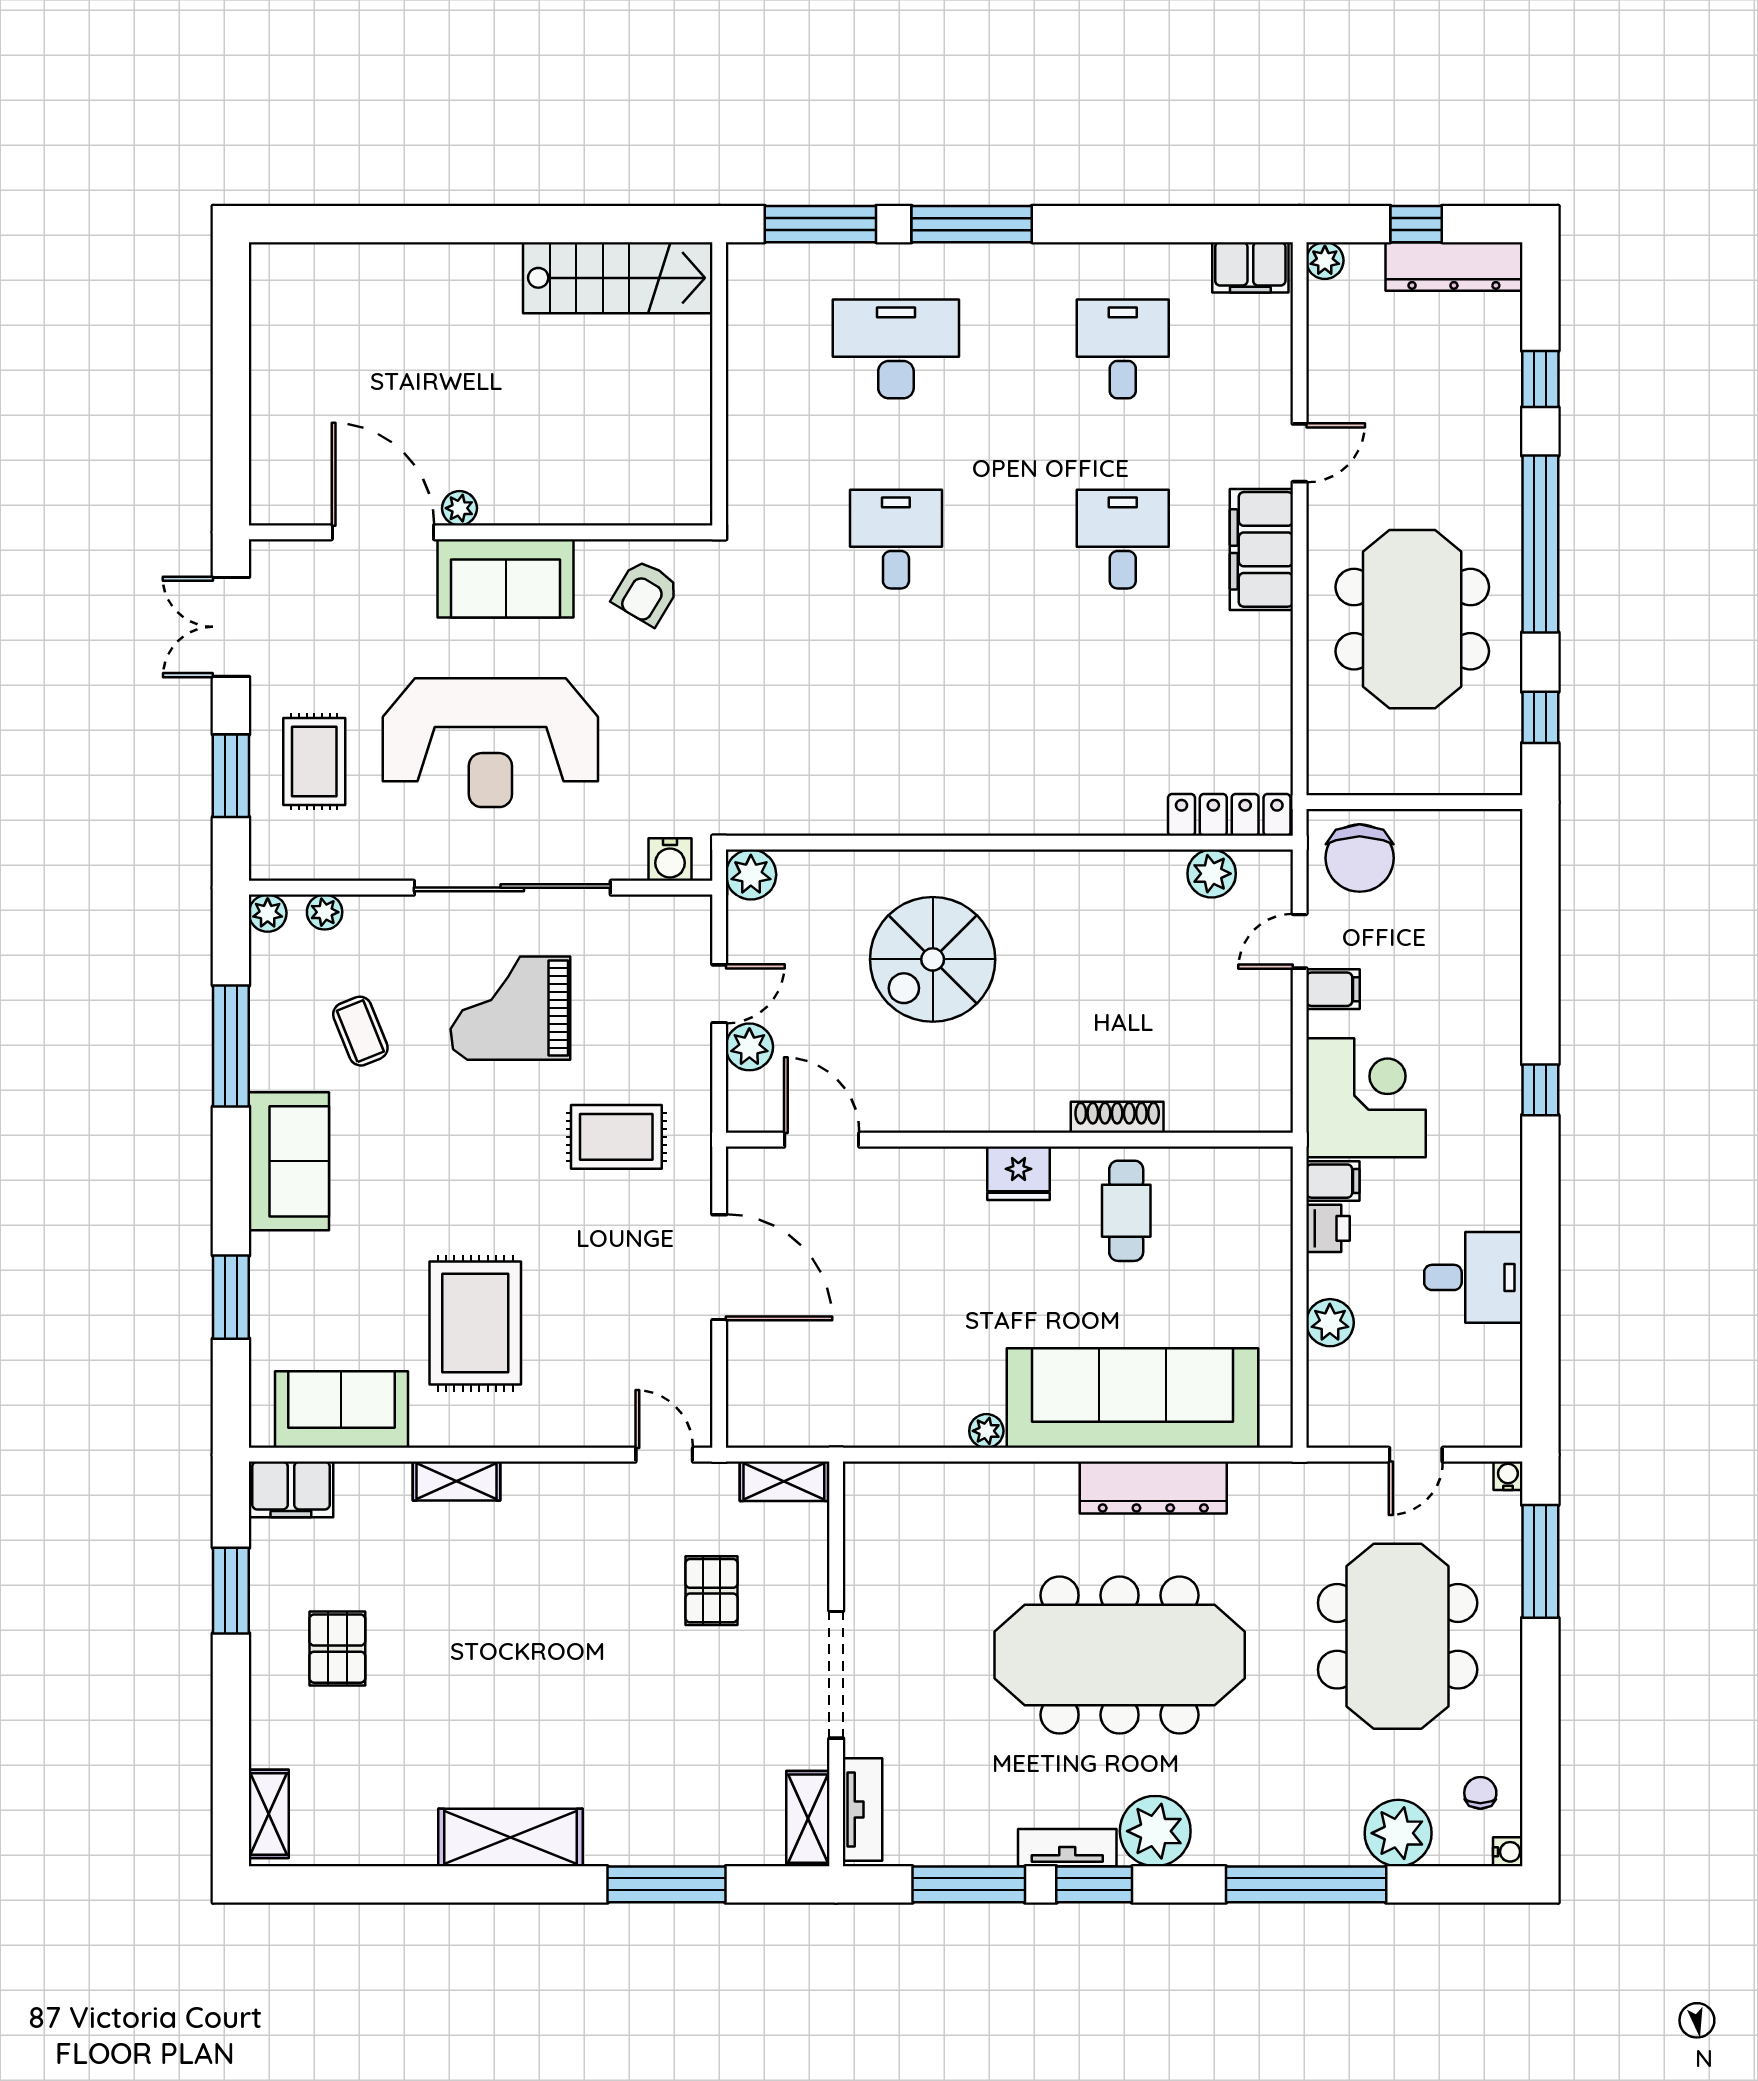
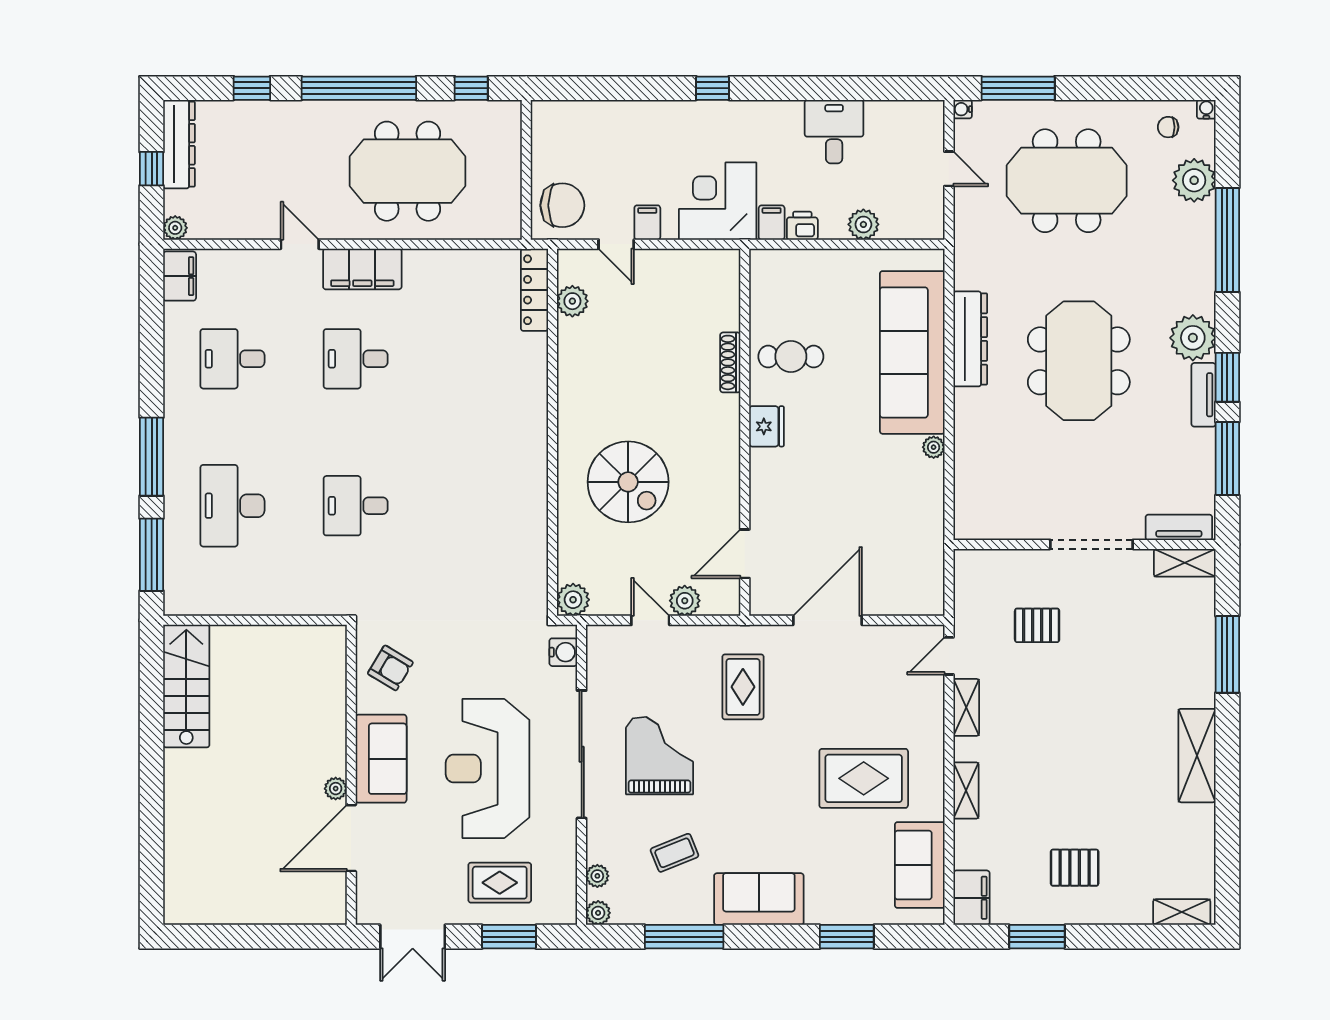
reception desk: (490, 743) -> (488, 769), turned 180
grand piano: (510, 1008) -> (660, 756), turned 180
shelving: (784, 1481) -> (966, 707), moved
meeting table: (1120, 1655) -> (1079, 361), width x0.73

